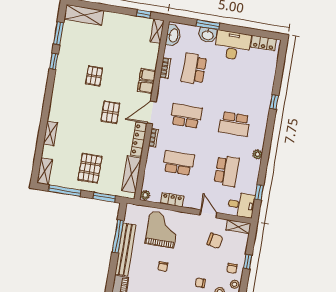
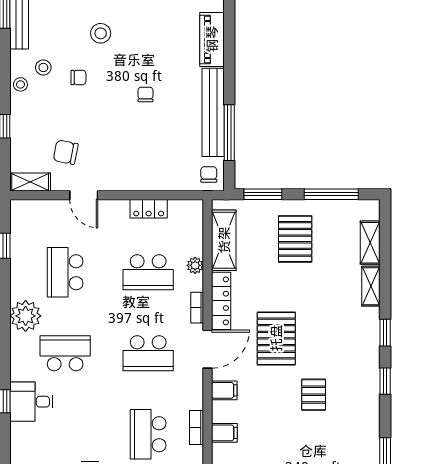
window: (54, 61) -> (385, 381), moved
school desk: (194, 69) -> (148, 434), turned 180
filing cabinet: (148, 75) -> (224, 433), moved
window: (47, 105) -> (385, 333), added
pallet: (110, 112) -> (276, 338), width x1.50, depth x1.42
plant: (257, 154) -> (26, 316), width x1.88, depth x1.88
shelving: (45, 171) -> (370, 243), moved
plant: (145, 195) -> (195, 265), moved
desk: (241, 205) -> (31, 402), moved
grand piano: (162, 230) -> (158, 156), removed
chair: (232, 268) -> (209, 174), moved

